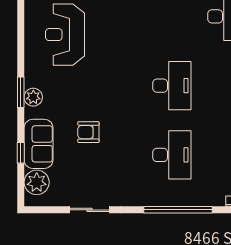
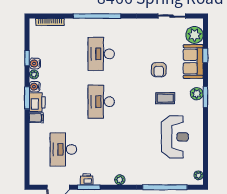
coffee table: (79, 91) -> (165, 98), added
armchair: (88, 132) -> (159, 70), turned 90
sliding door: (90, 210) -> (172, 16), moved

